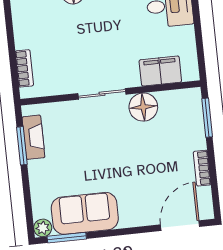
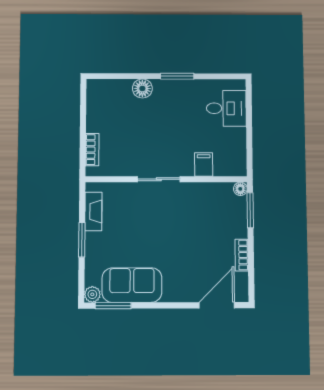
filing cabinet: (160, 71) -> (204, 165), width x0.50
floor lamp: (143, 107) -> (240, 189), moved, width x0.53, depth x0.53
window: (22, 146) -> (82, 240), moved

